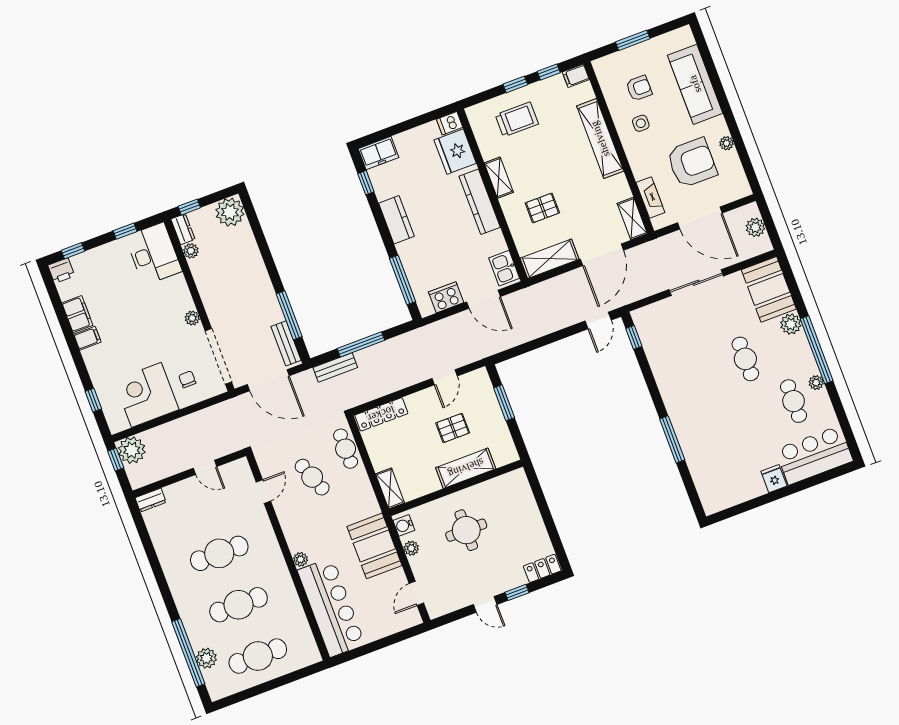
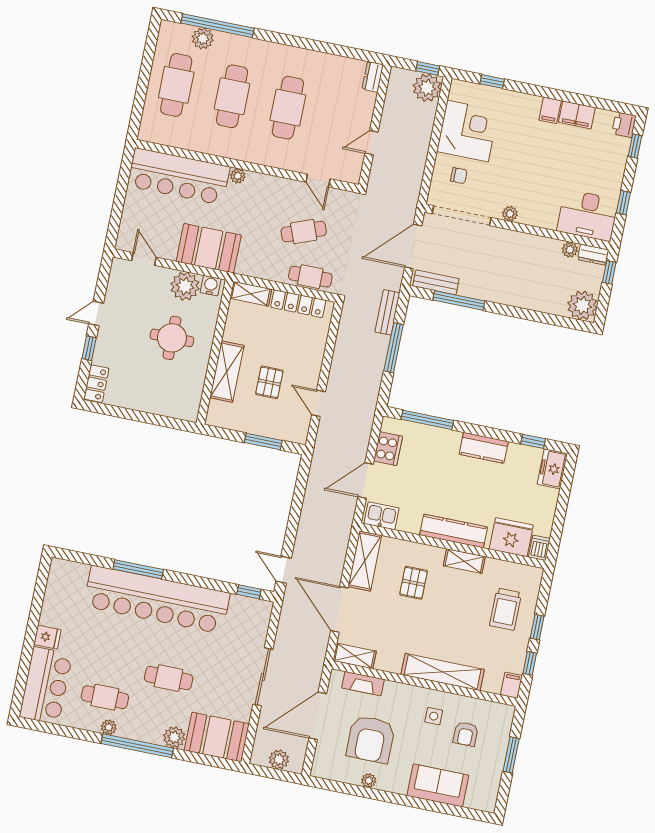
sofa: (695, 84) -> (438, 785), width x0.73
bar counter: (687, 409) -> (157, 600), added
locker: (381, 414) -> (298, 304), moved, turned -90
plant: (411, 548) -> (185, 286), width x1.87, depth x1.87

